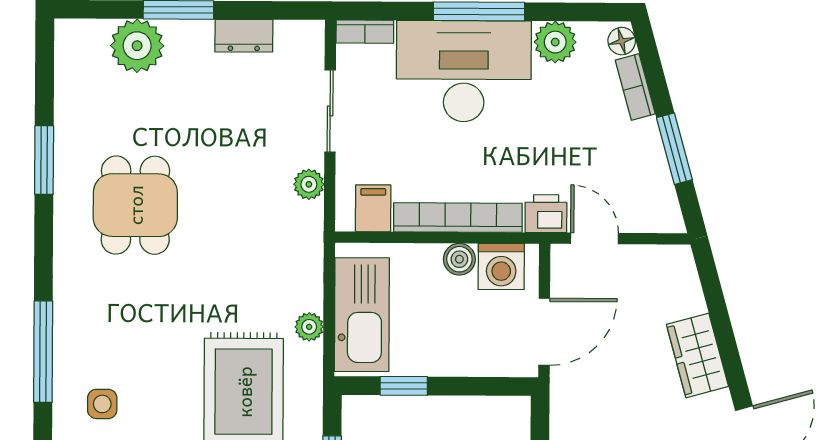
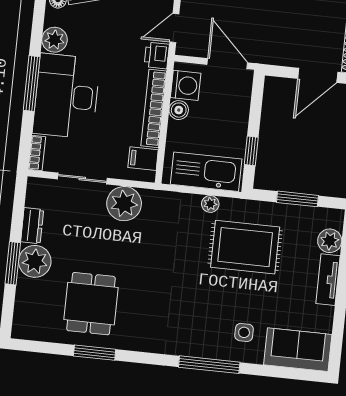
plant: (137, 46) -> (35, 261), moved
plant: (309, 184) -> (124, 204), width x1.87, depth x1.87
dining table: (135, 205) -> (91, 304), moved, turned 90

